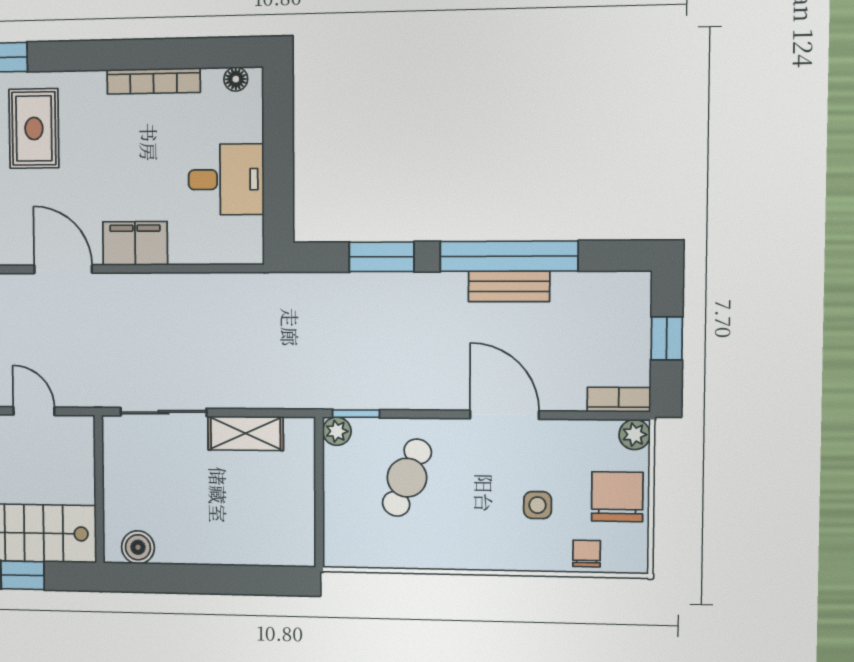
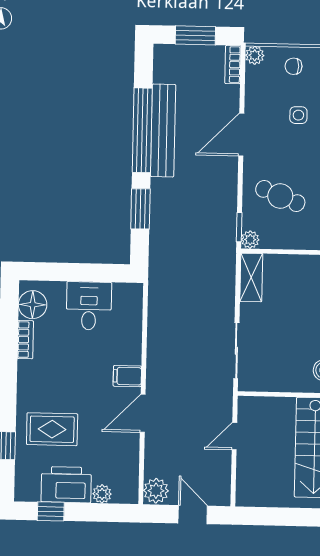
floor lamp: (236, 79) -> (33, 305), width x1.89, depth x1.89
bookcase: (154, 81) -> (25, 340), width x0.64
filing cabinet: (135, 243) -> (127, 376), width x0.50
bench: (509, 286) -> (163, 130), width x1.86, depth x1.21
window: (667, 338) -> (195, 35), width x1.50
shelving: (246, 433) -> (251, 277), moved
chair: (617, 497) -> (293, 66), width x0.54, depth x0.54

